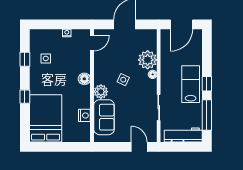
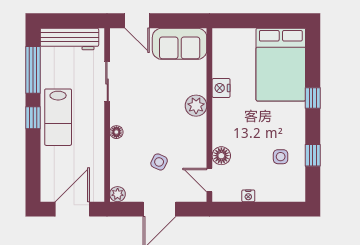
door: (92, 43) -> (209, 180), hinge flipped
plant: (148, 60) -> (118, 194), moved, width x0.53, depth x0.53
floor lamp: (84, 79) -> (221, 156), moved
side table: (123, 80) -> (159, 162), moved
nightstand: (84, 115) -> (221, 88), moved
sofa: (104, 117) -> (180, 44), moved, turned -90

